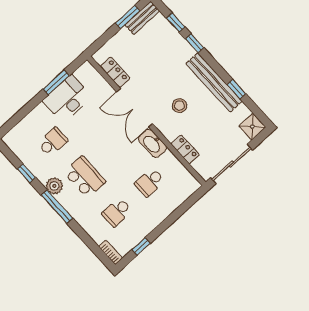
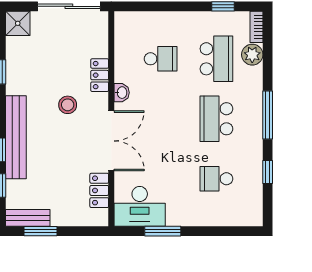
bench: (214, 82) -> (16, 137), moved
desk: (67, 99) -> (140, 206), moved
washbasin: (152, 143) -> (122, 93), width x0.52, depth x0.69
locker: (185, 150) -> (100, 75), moved
plant: (54, 186) -> (252, 55), moved
school desk: (117, 212) -> (216, 59), width x1.85

